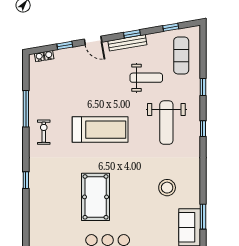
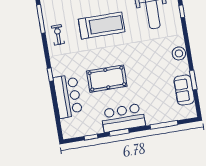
stool: (167, 188) -> (179, 53), moved
pool table: (96, 197) -> (107, 79), turned 90
bar counter: (43, 211) -> (68, 96), added

